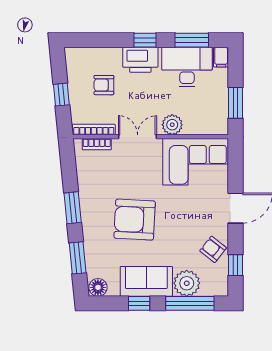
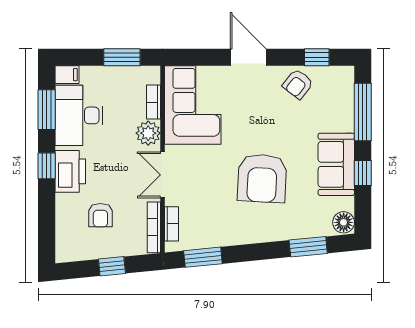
bookcase: (198, 129) -> (154, 102), added
window: (73, 208) -> (203, 257), moved
plant: (187, 283) -> (339, 116), removed

